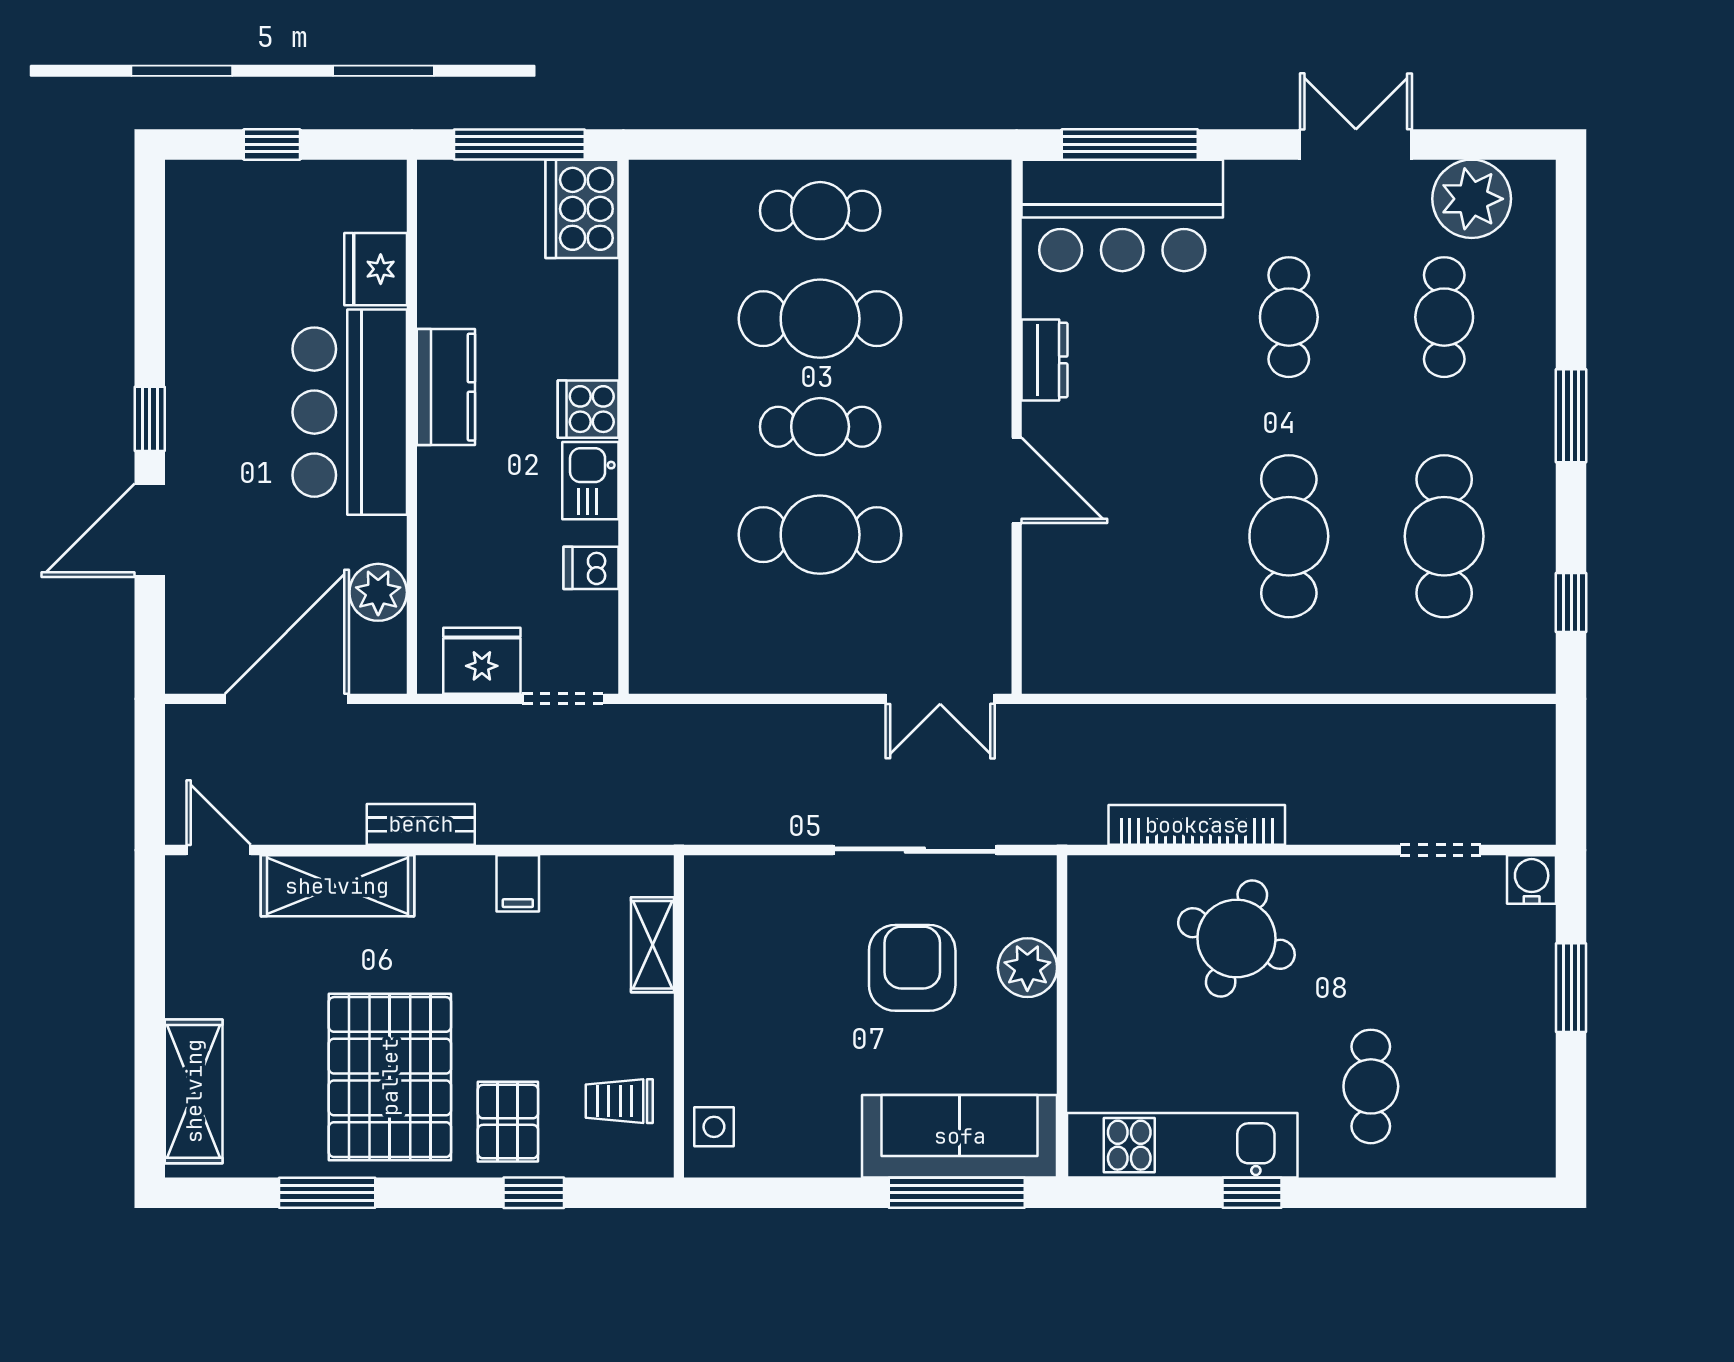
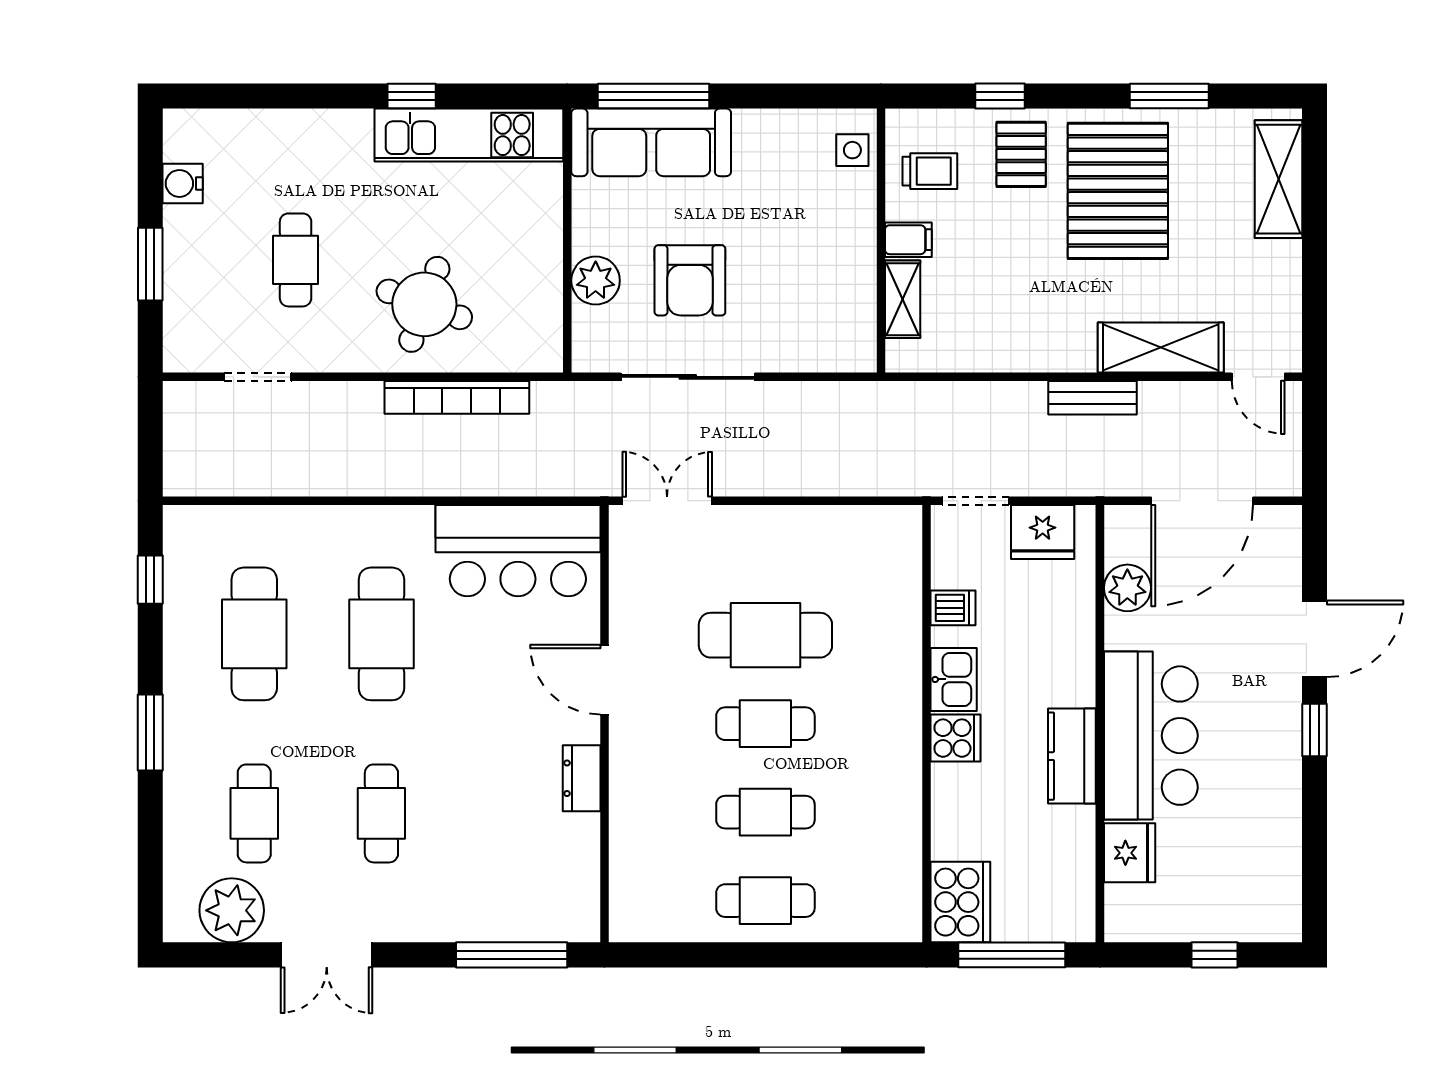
bar counter: (1122, 215) -> (518, 551), moved, turned 180
cafe table: (820, 319) -> (765, 812), width x0.73, depth x0.74
water cooler: (1532, 879) -> (183, 183), moved, turned 90
filing cabinet: (518, 883) -> (908, 240), moved, turned 90
cafe table: (1371, 1086) -> (296, 260), moved

